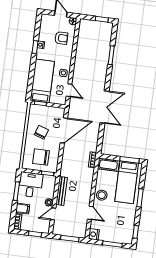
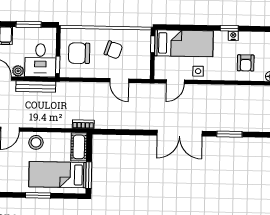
double door: (105, 107) -> (180, 133), moved
door: (64, 130) -> (119, 81), width x0.53
chair: (41, 157) -> (79, 53), turned -90
desk: (30, 185) -> (40, 60), moved, turned 90

